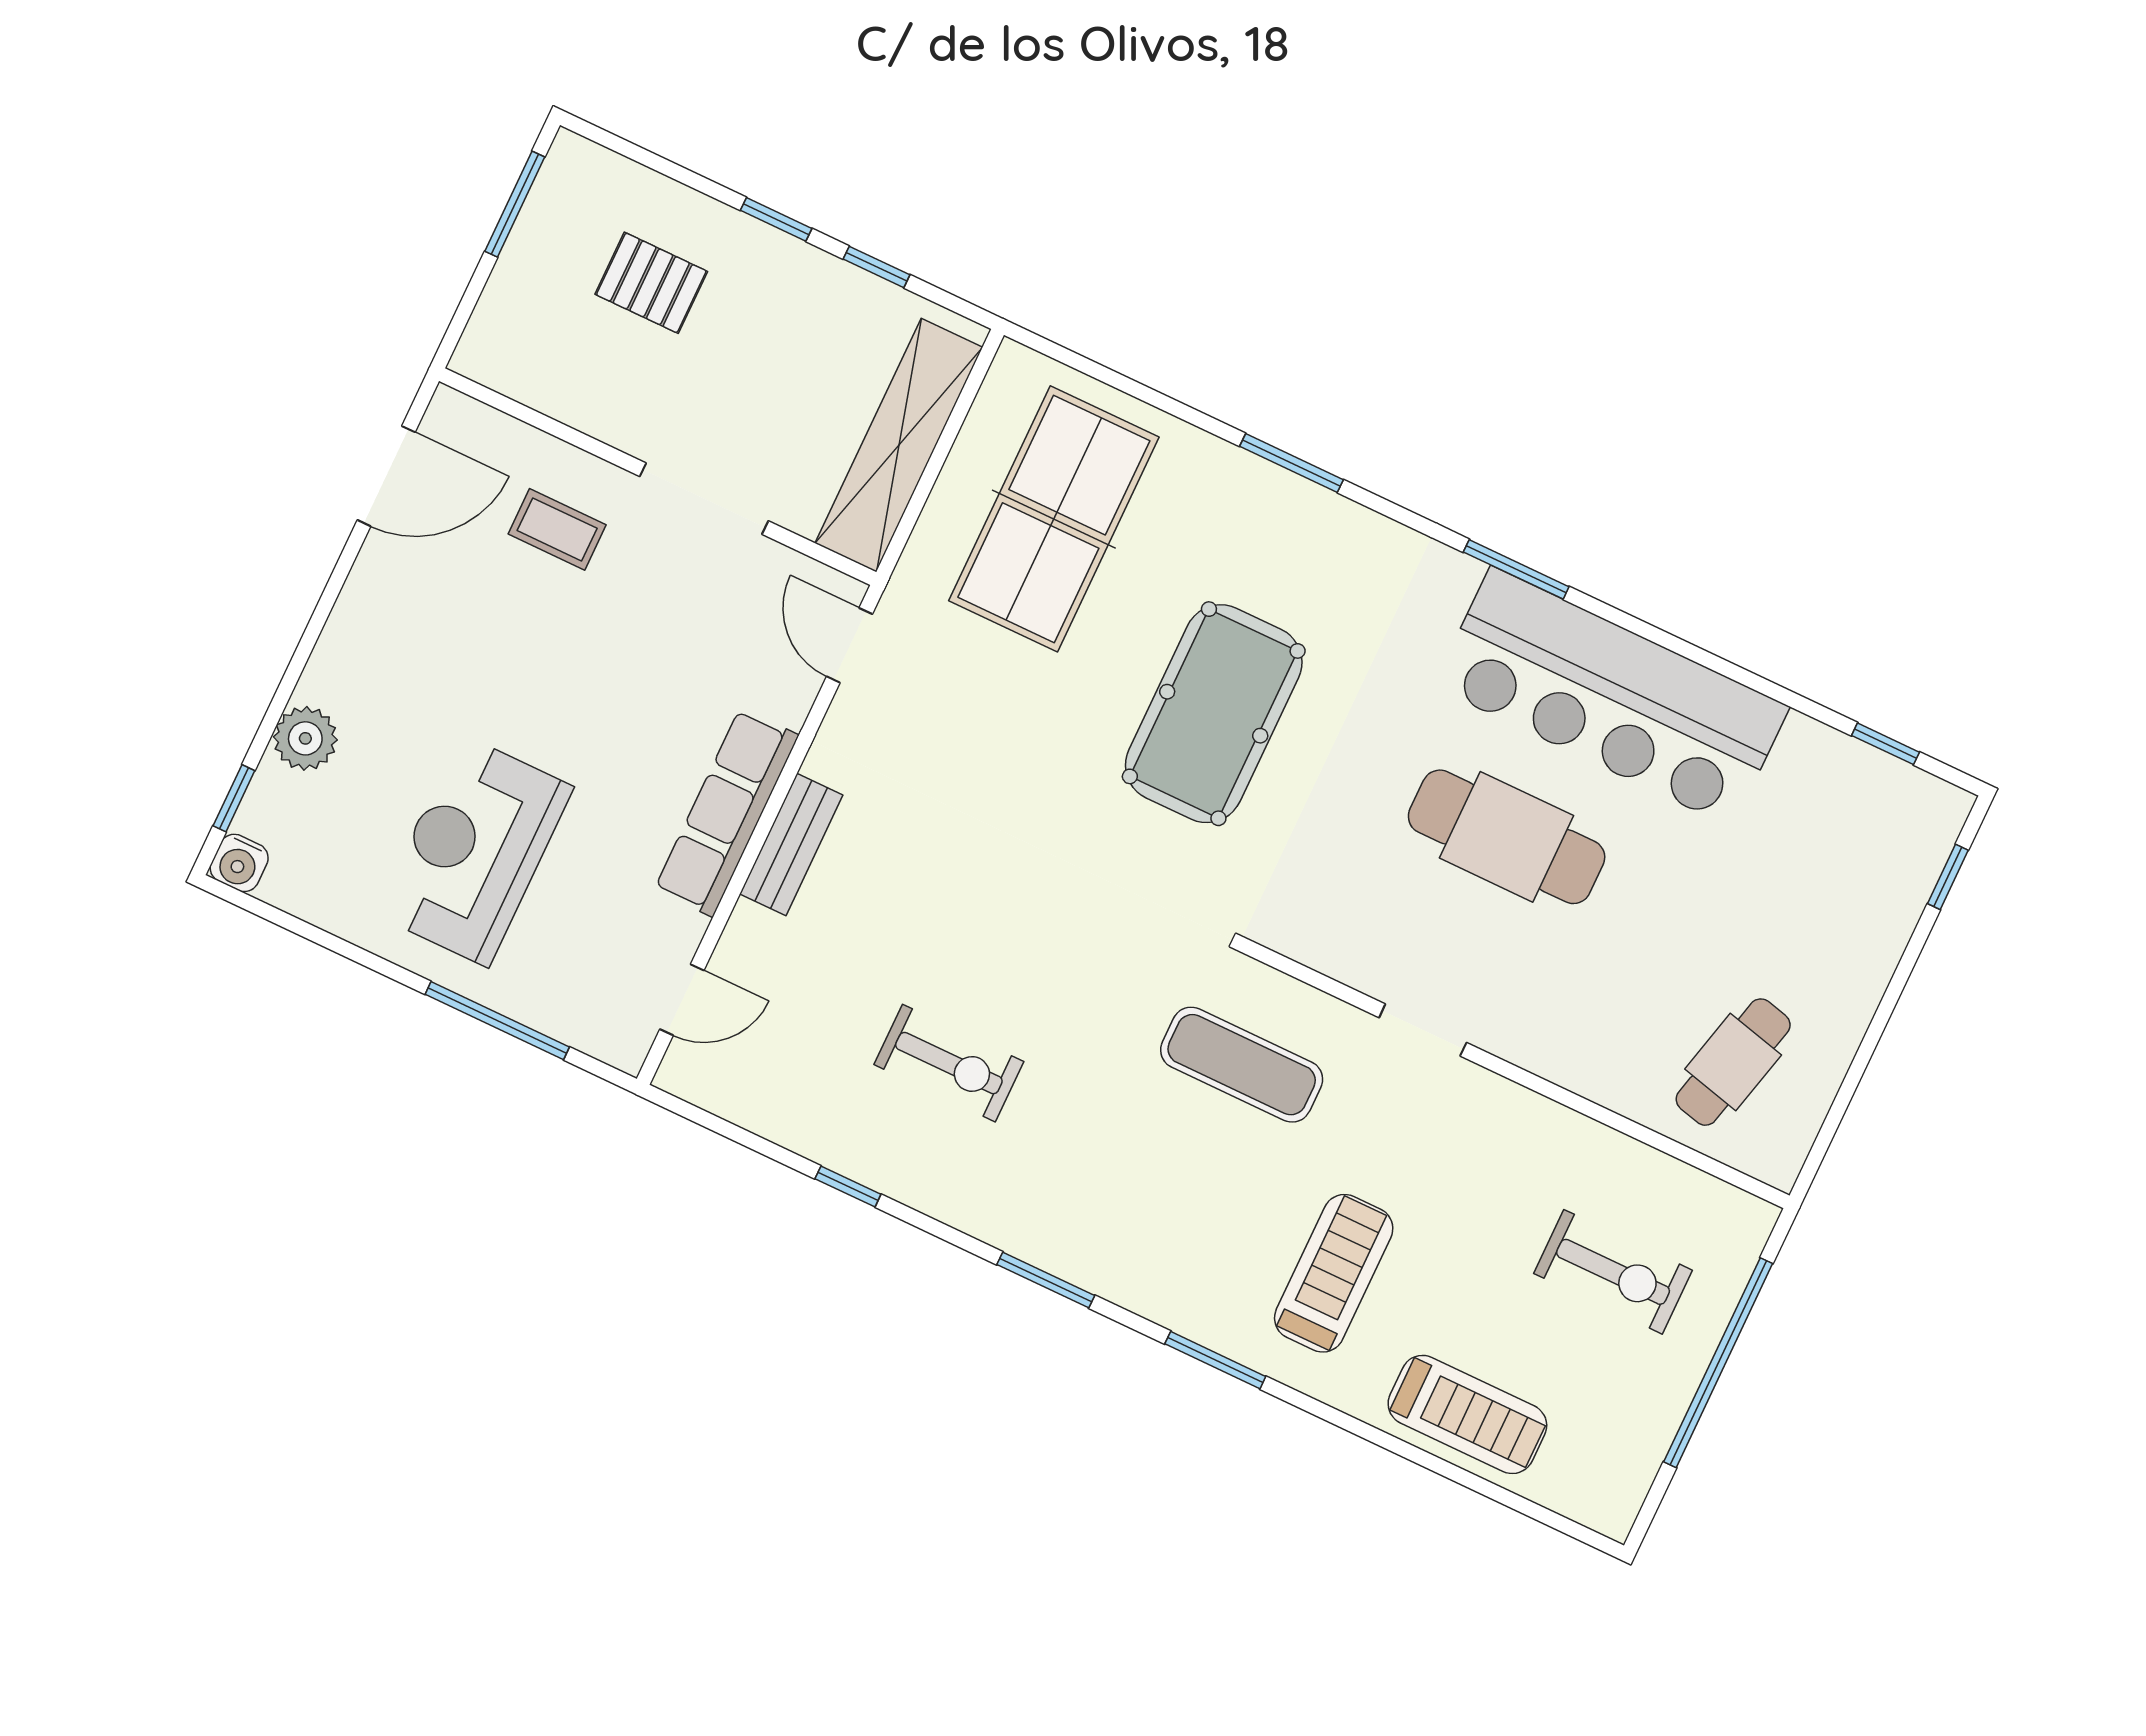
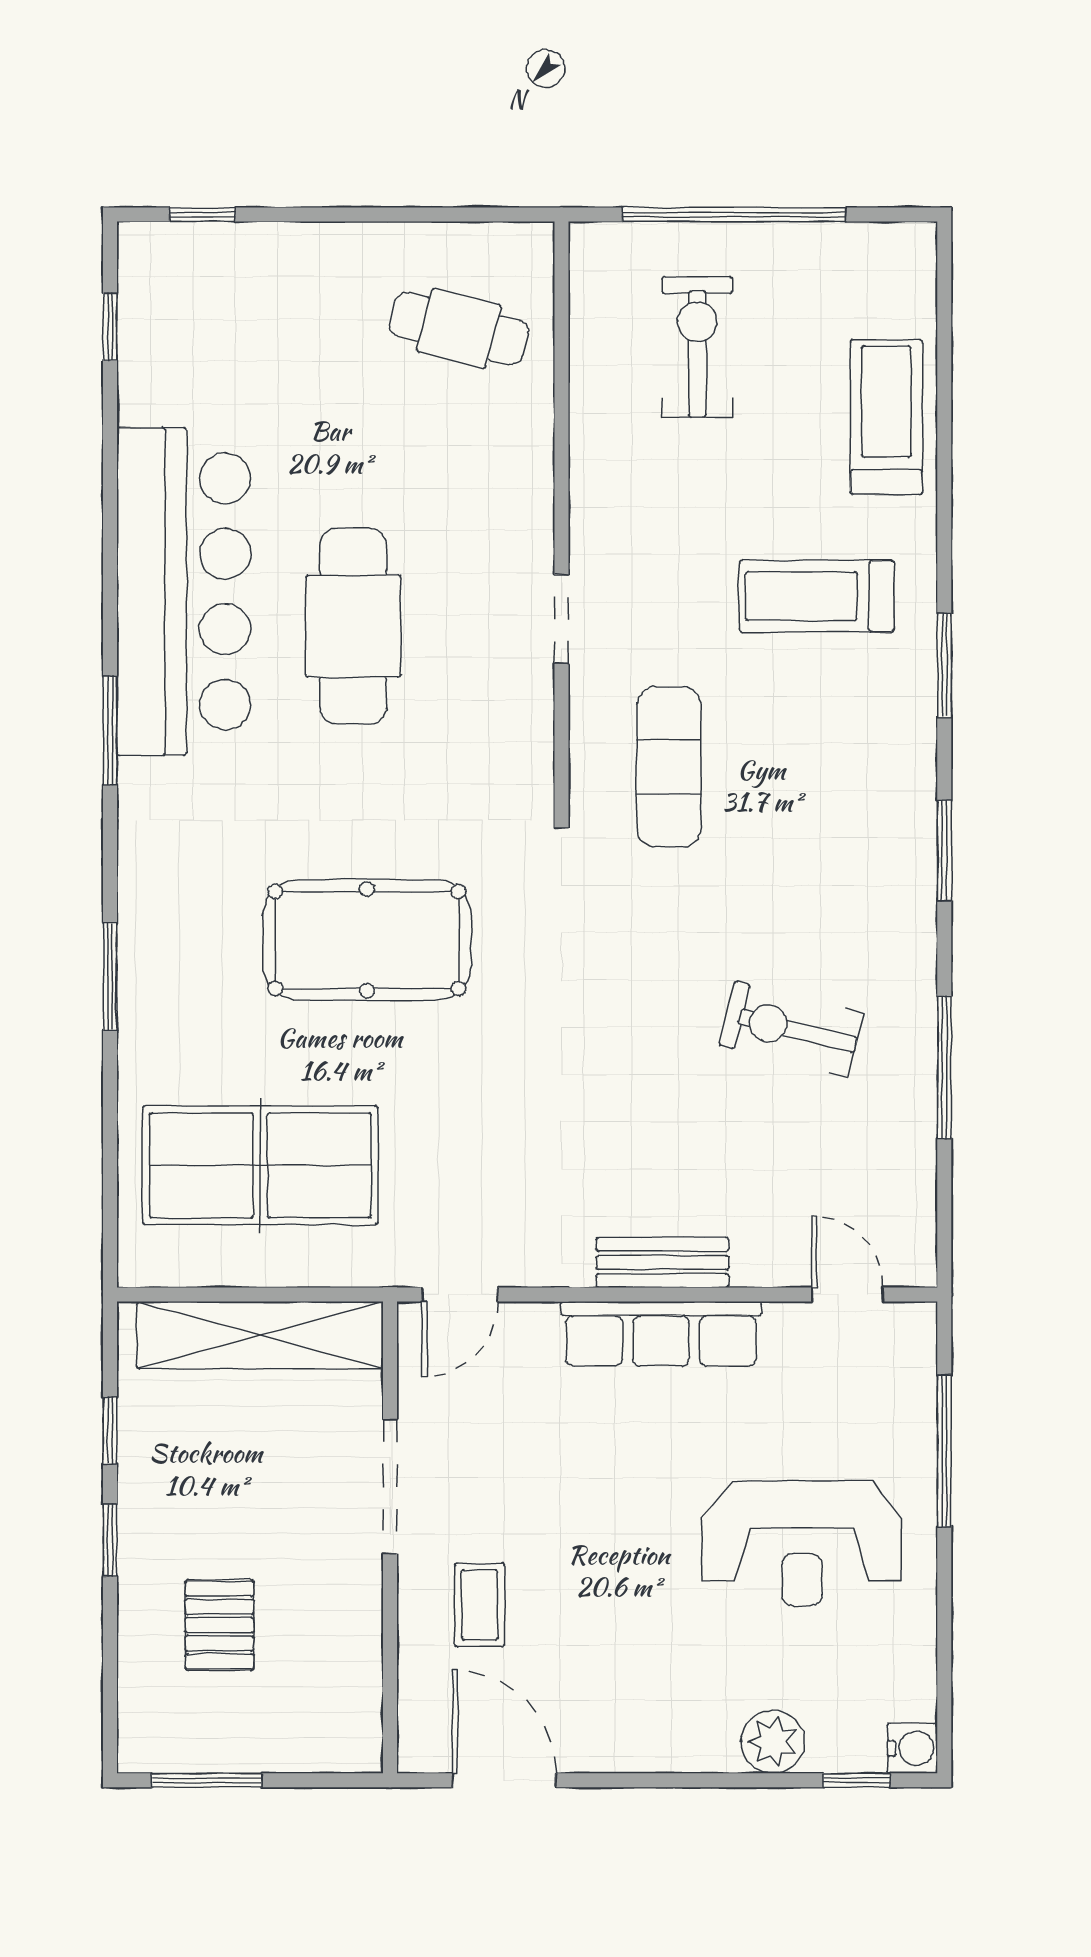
exercise bike: (949, 1063) -> (791, 1029), turned -76
window: (848, 1186) -> (944, 1067), width x2.17

